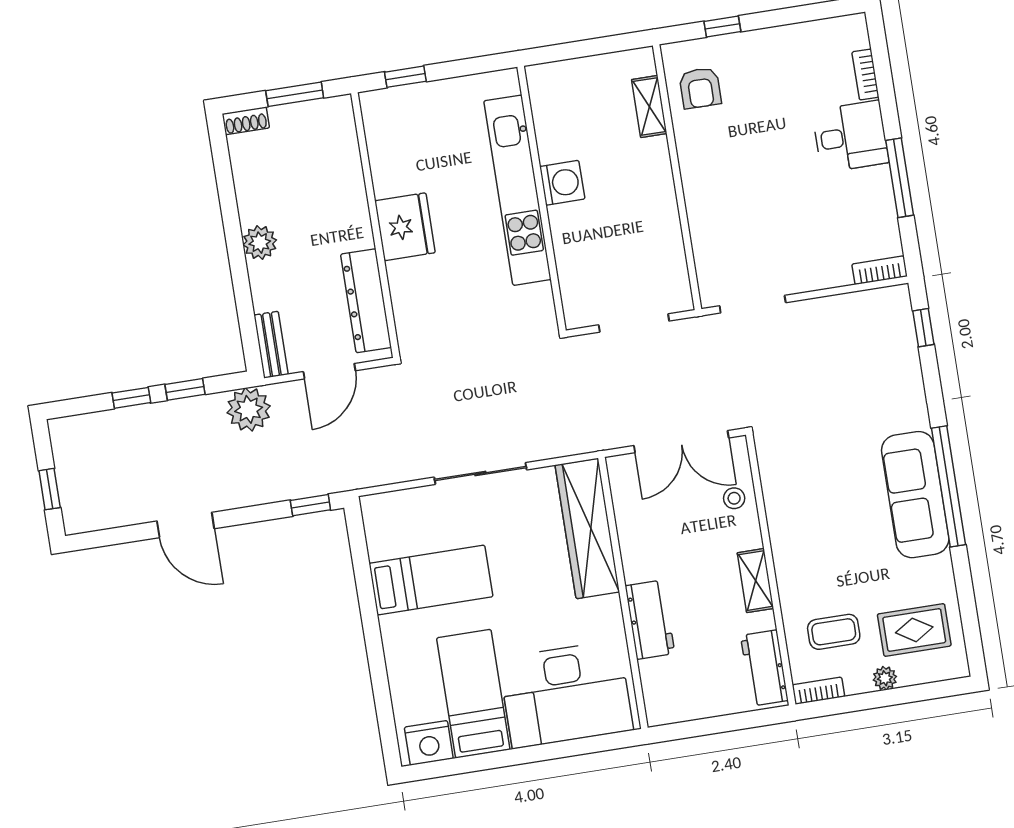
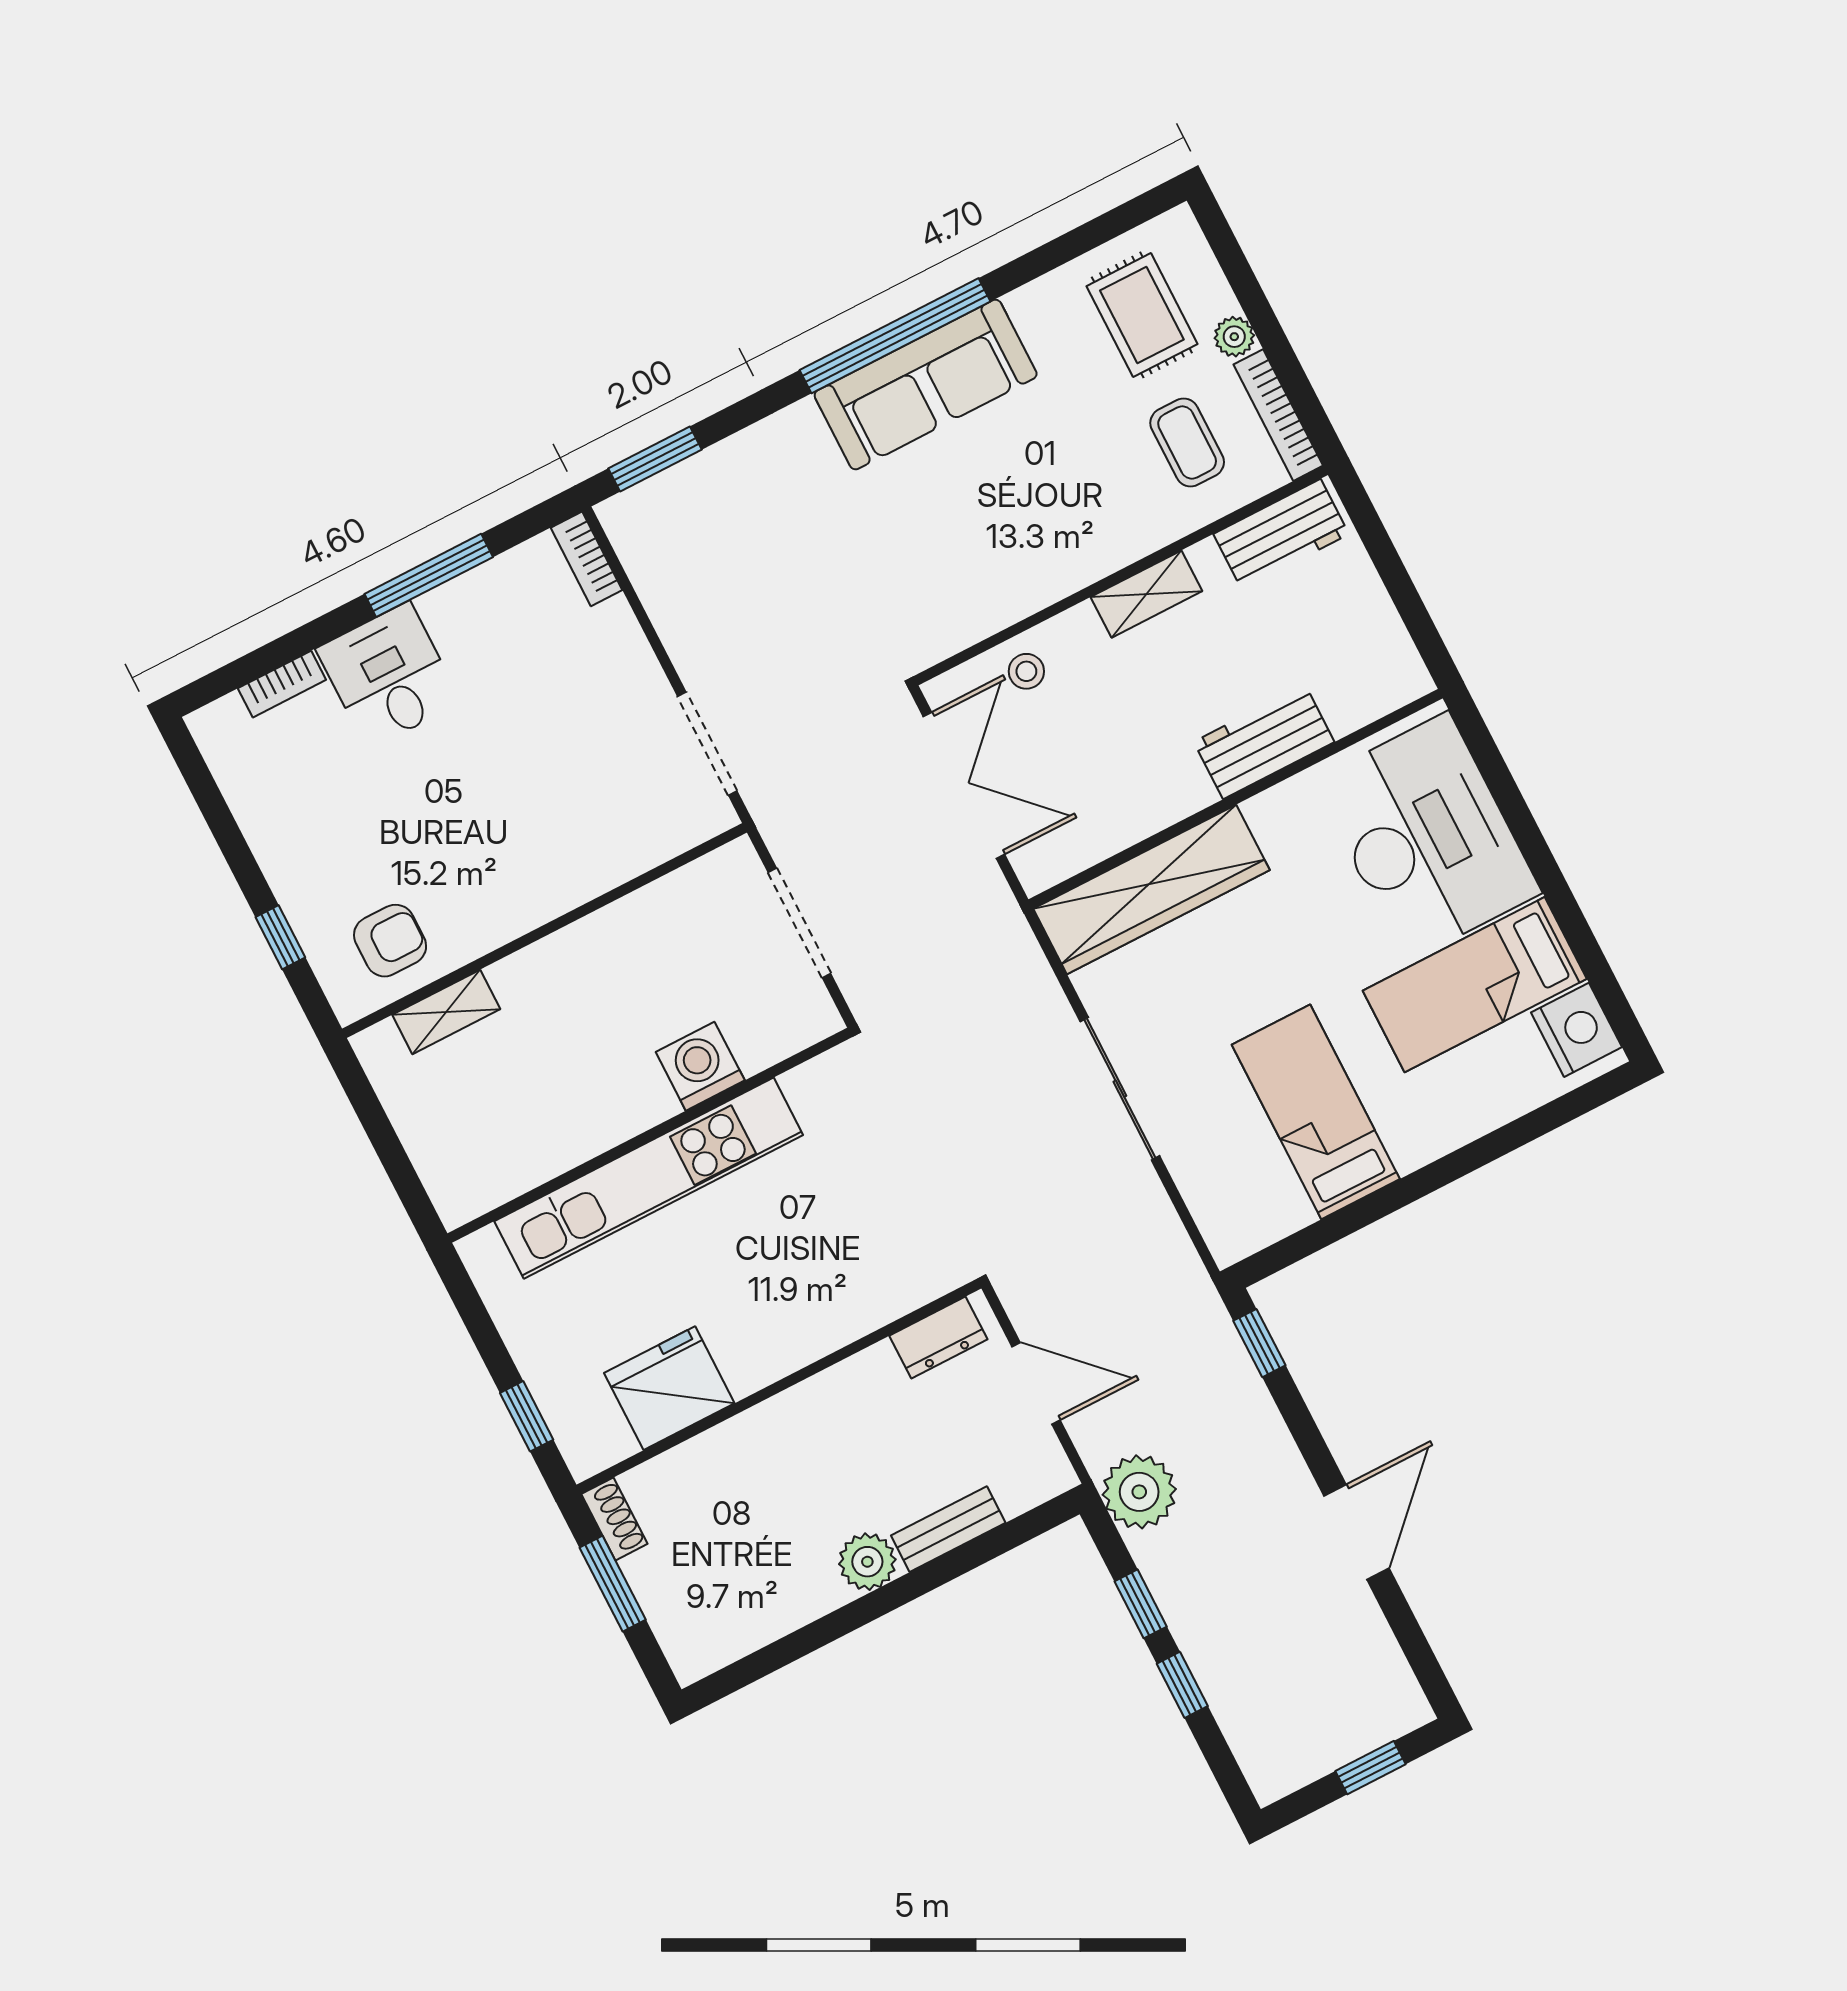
shoe rack: (246, 121) -> (614, 1519), moved
washing machine: (562, 183) -> (700, 1066), moved
fridge: (405, 227) -> (669, 1388), moved
dresser: (366, 301) -> (938, 1337), width x0.51, depth x0.80
window: (923, 328) -> (655, 459), width x1.50
bench: (271, 345) -> (948, 1529), moved
bookcase: (818, 691) -> (1278, 415), width x1.56

